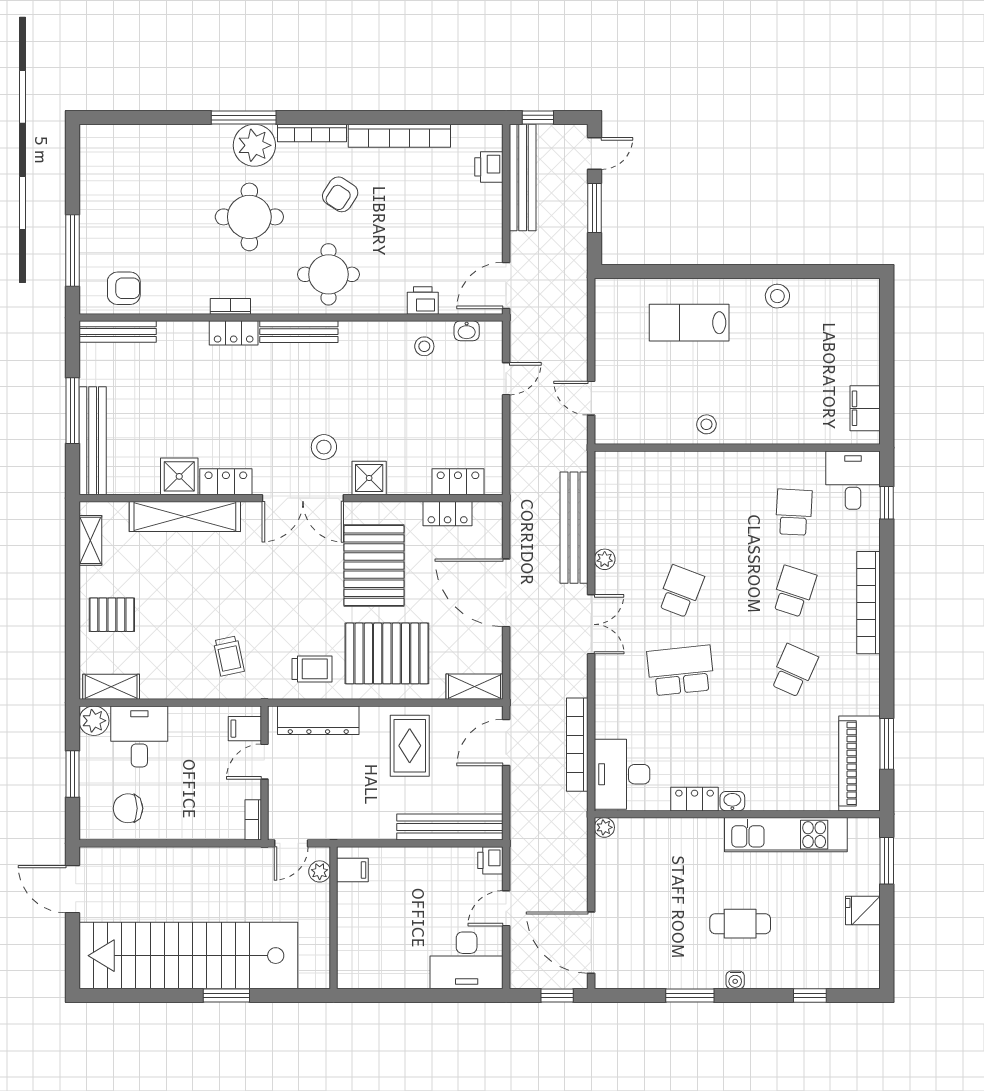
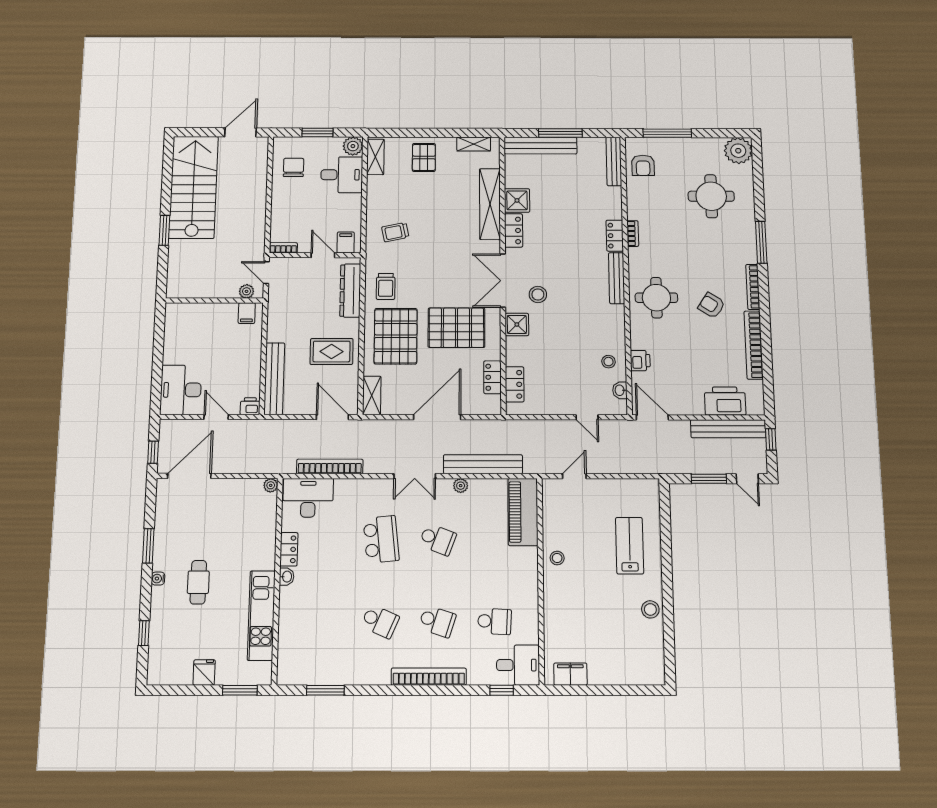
plant: (254, 145) -> (738, 151), moved
printer: (489, 167) -> (725, 401), width x1.87, depth x1.48
round table: (249, 217) -> (711, 196), moved
piano: (859, 763) -> (523, 512), moved, turned -90
stairs: (188, 956) -> (194, 187), width x0.73

